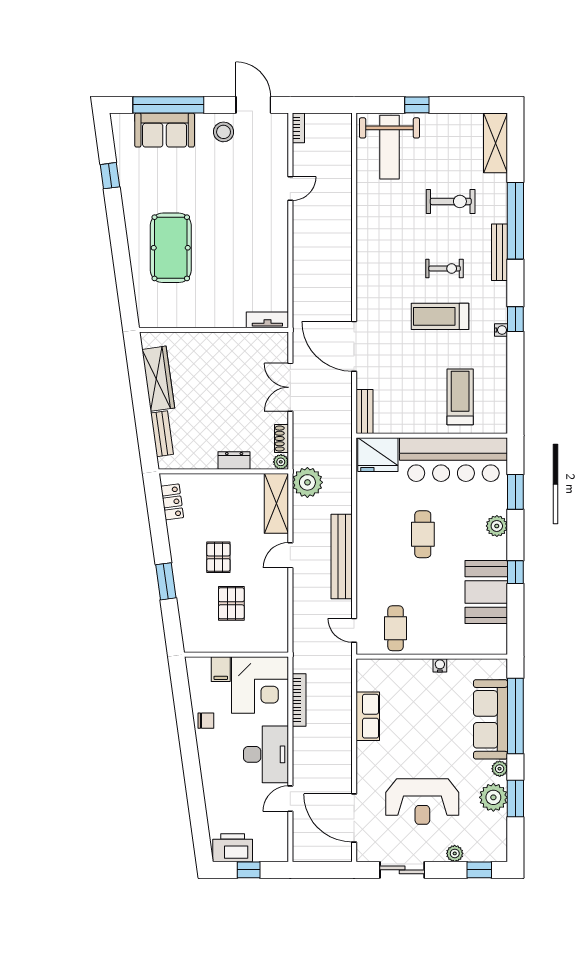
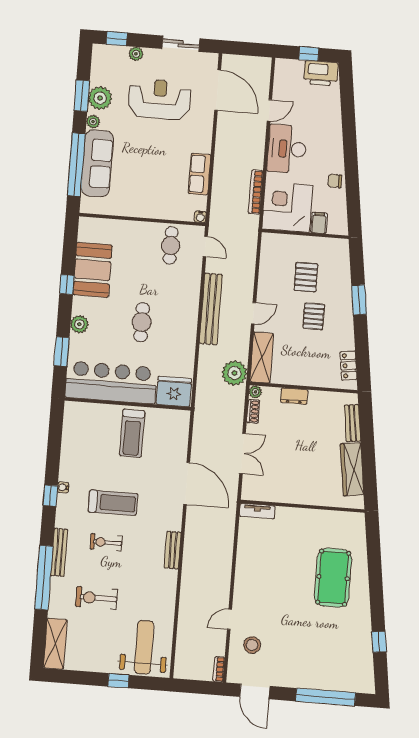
sofa: (165, 130) -> (330, 676), removed
stool: (224, 132) -> (252, 645), moved
treadmill: (460, 397) -> (132, 433), moved
bench: (364, 411) -> (173, 550), moved
water cooler: (440, 665) -> (200, 217), moved

